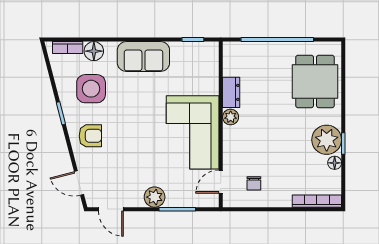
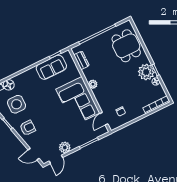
sofa: (143, 57) -> (51, 67), moved
dresser: (231, 92) -> (81, 60), moved
plant: (155, 197) -> (65, 147), moved
door: (111, 209) -> (56, 159), hinge flipped

